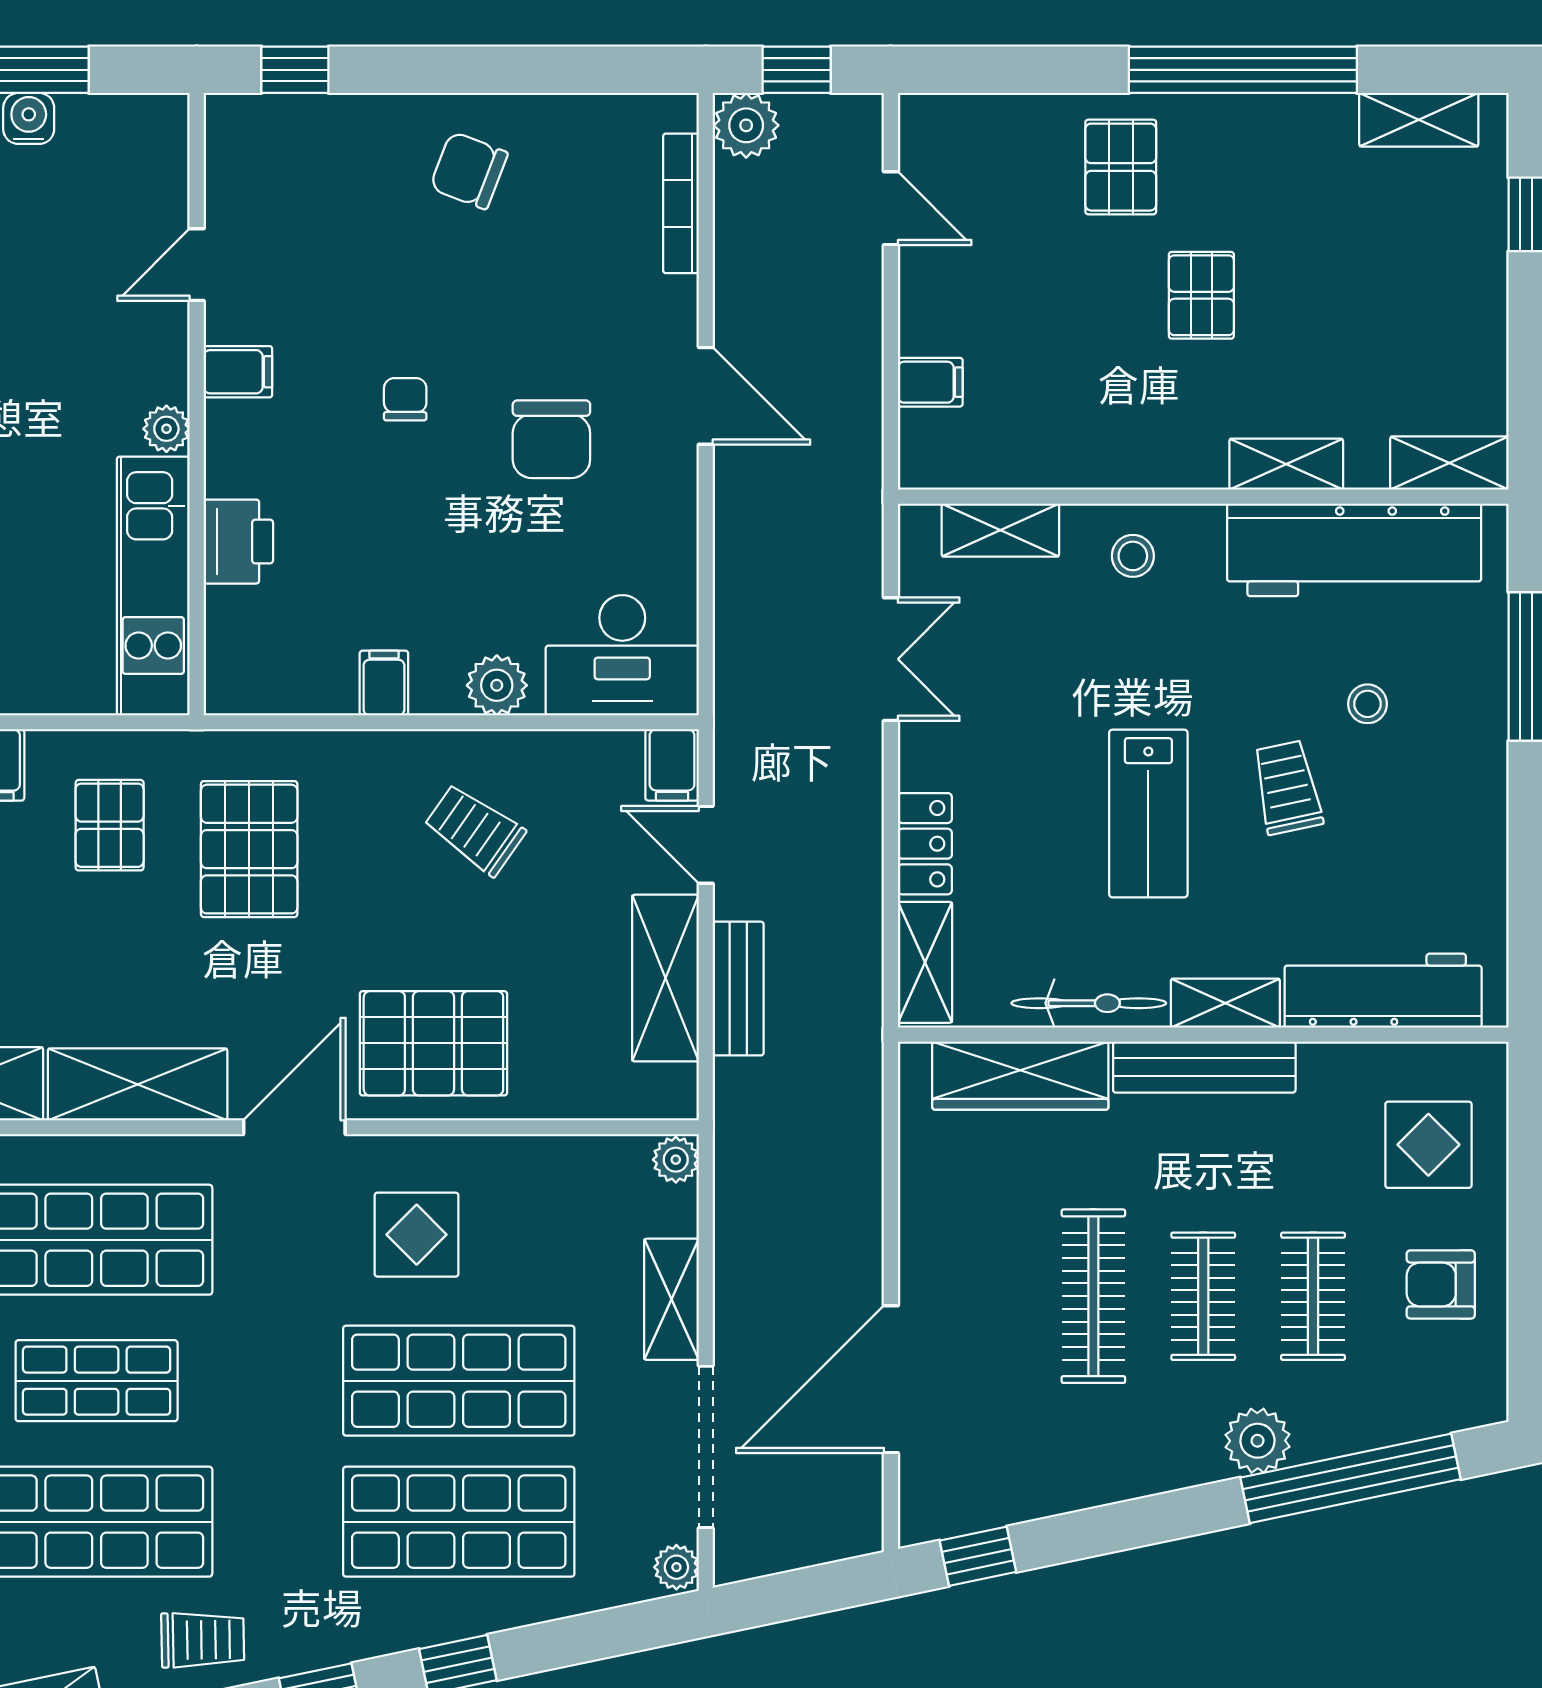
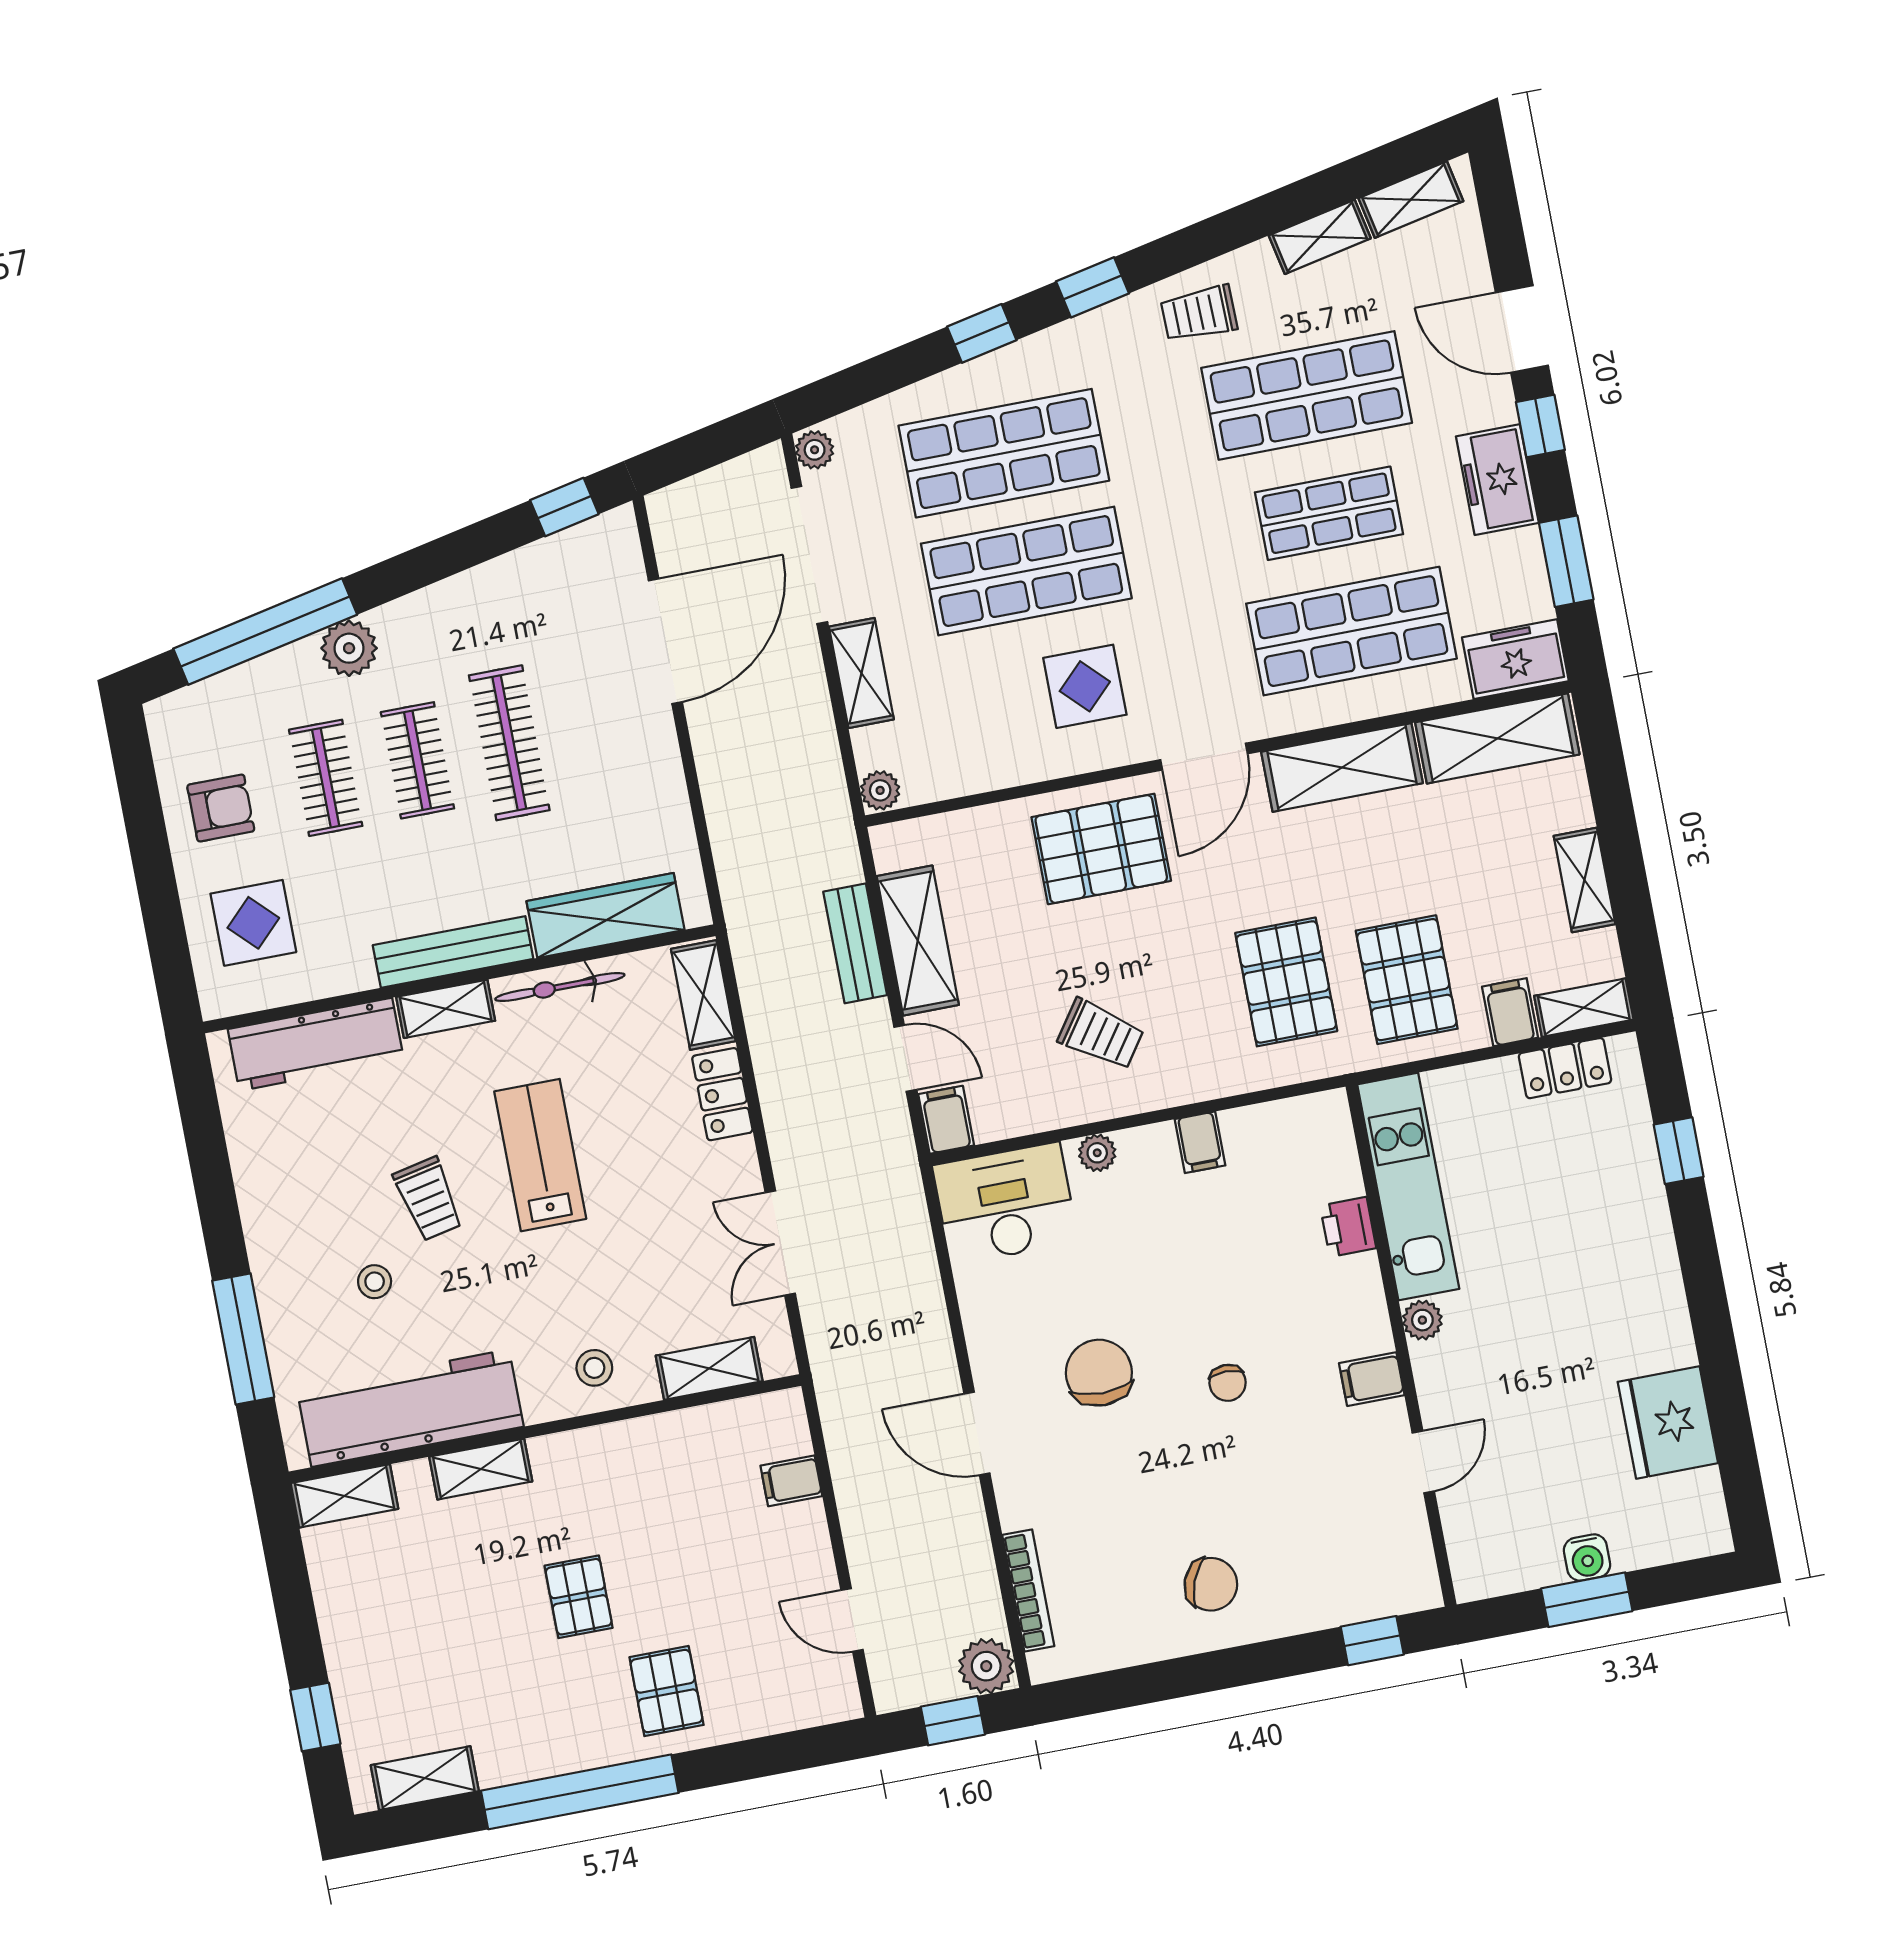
printer: (238, 542) -> (1348, 1227), width x0.73, depth x0.81
plant: (497, 685) -> (1097, 1153), width x0.73, depth x0.73
pallet: (110, 825) -> (1407, 980), width x1.50, depth x1.42

